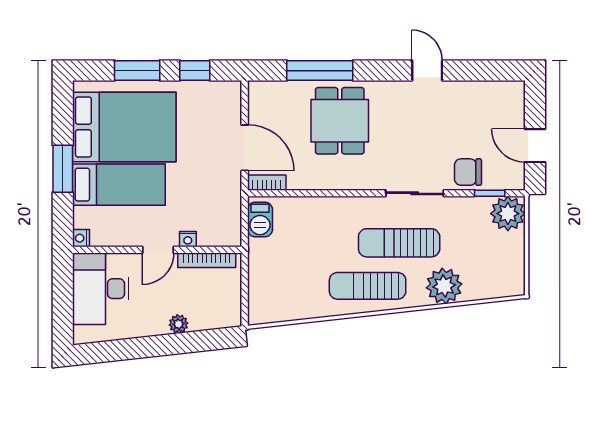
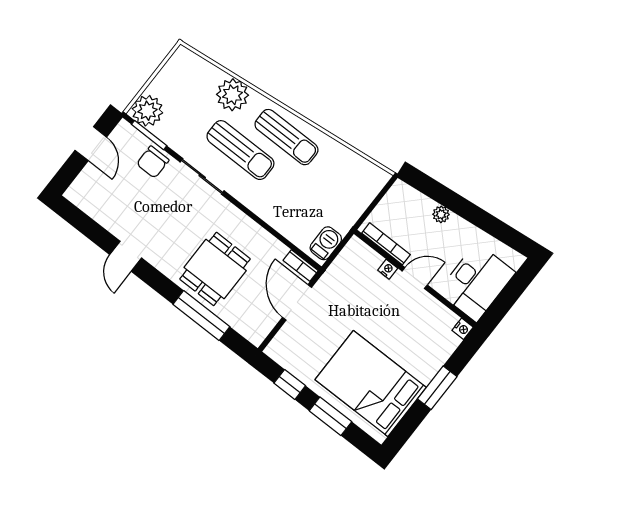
chair: (468, 172) -> (153, 162), turned 90
bed: (119, 185) -> (406, 346), removed
window: (490, 193) -> (149, 135), width x1.50

